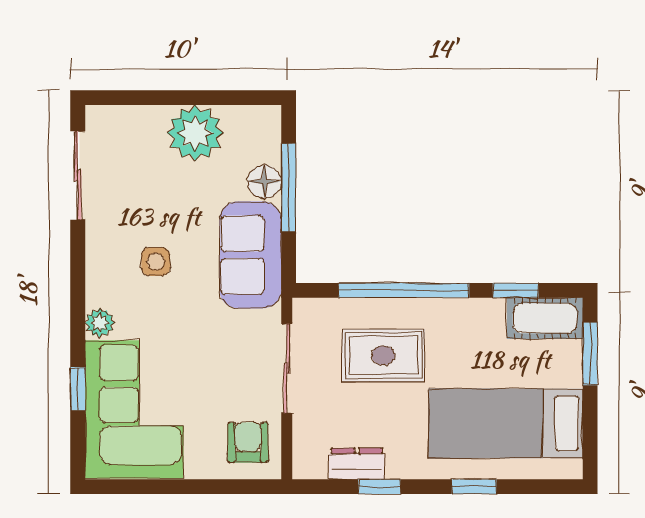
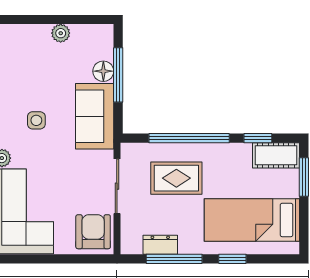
plant: (195, 133) -> (61, 33), width x0.53, depth x0.53
armchair: (248, 442) -> (93, 232), width x1.38, depth x1.38
window: (379, 487) -> (174, 259), width x2.17

